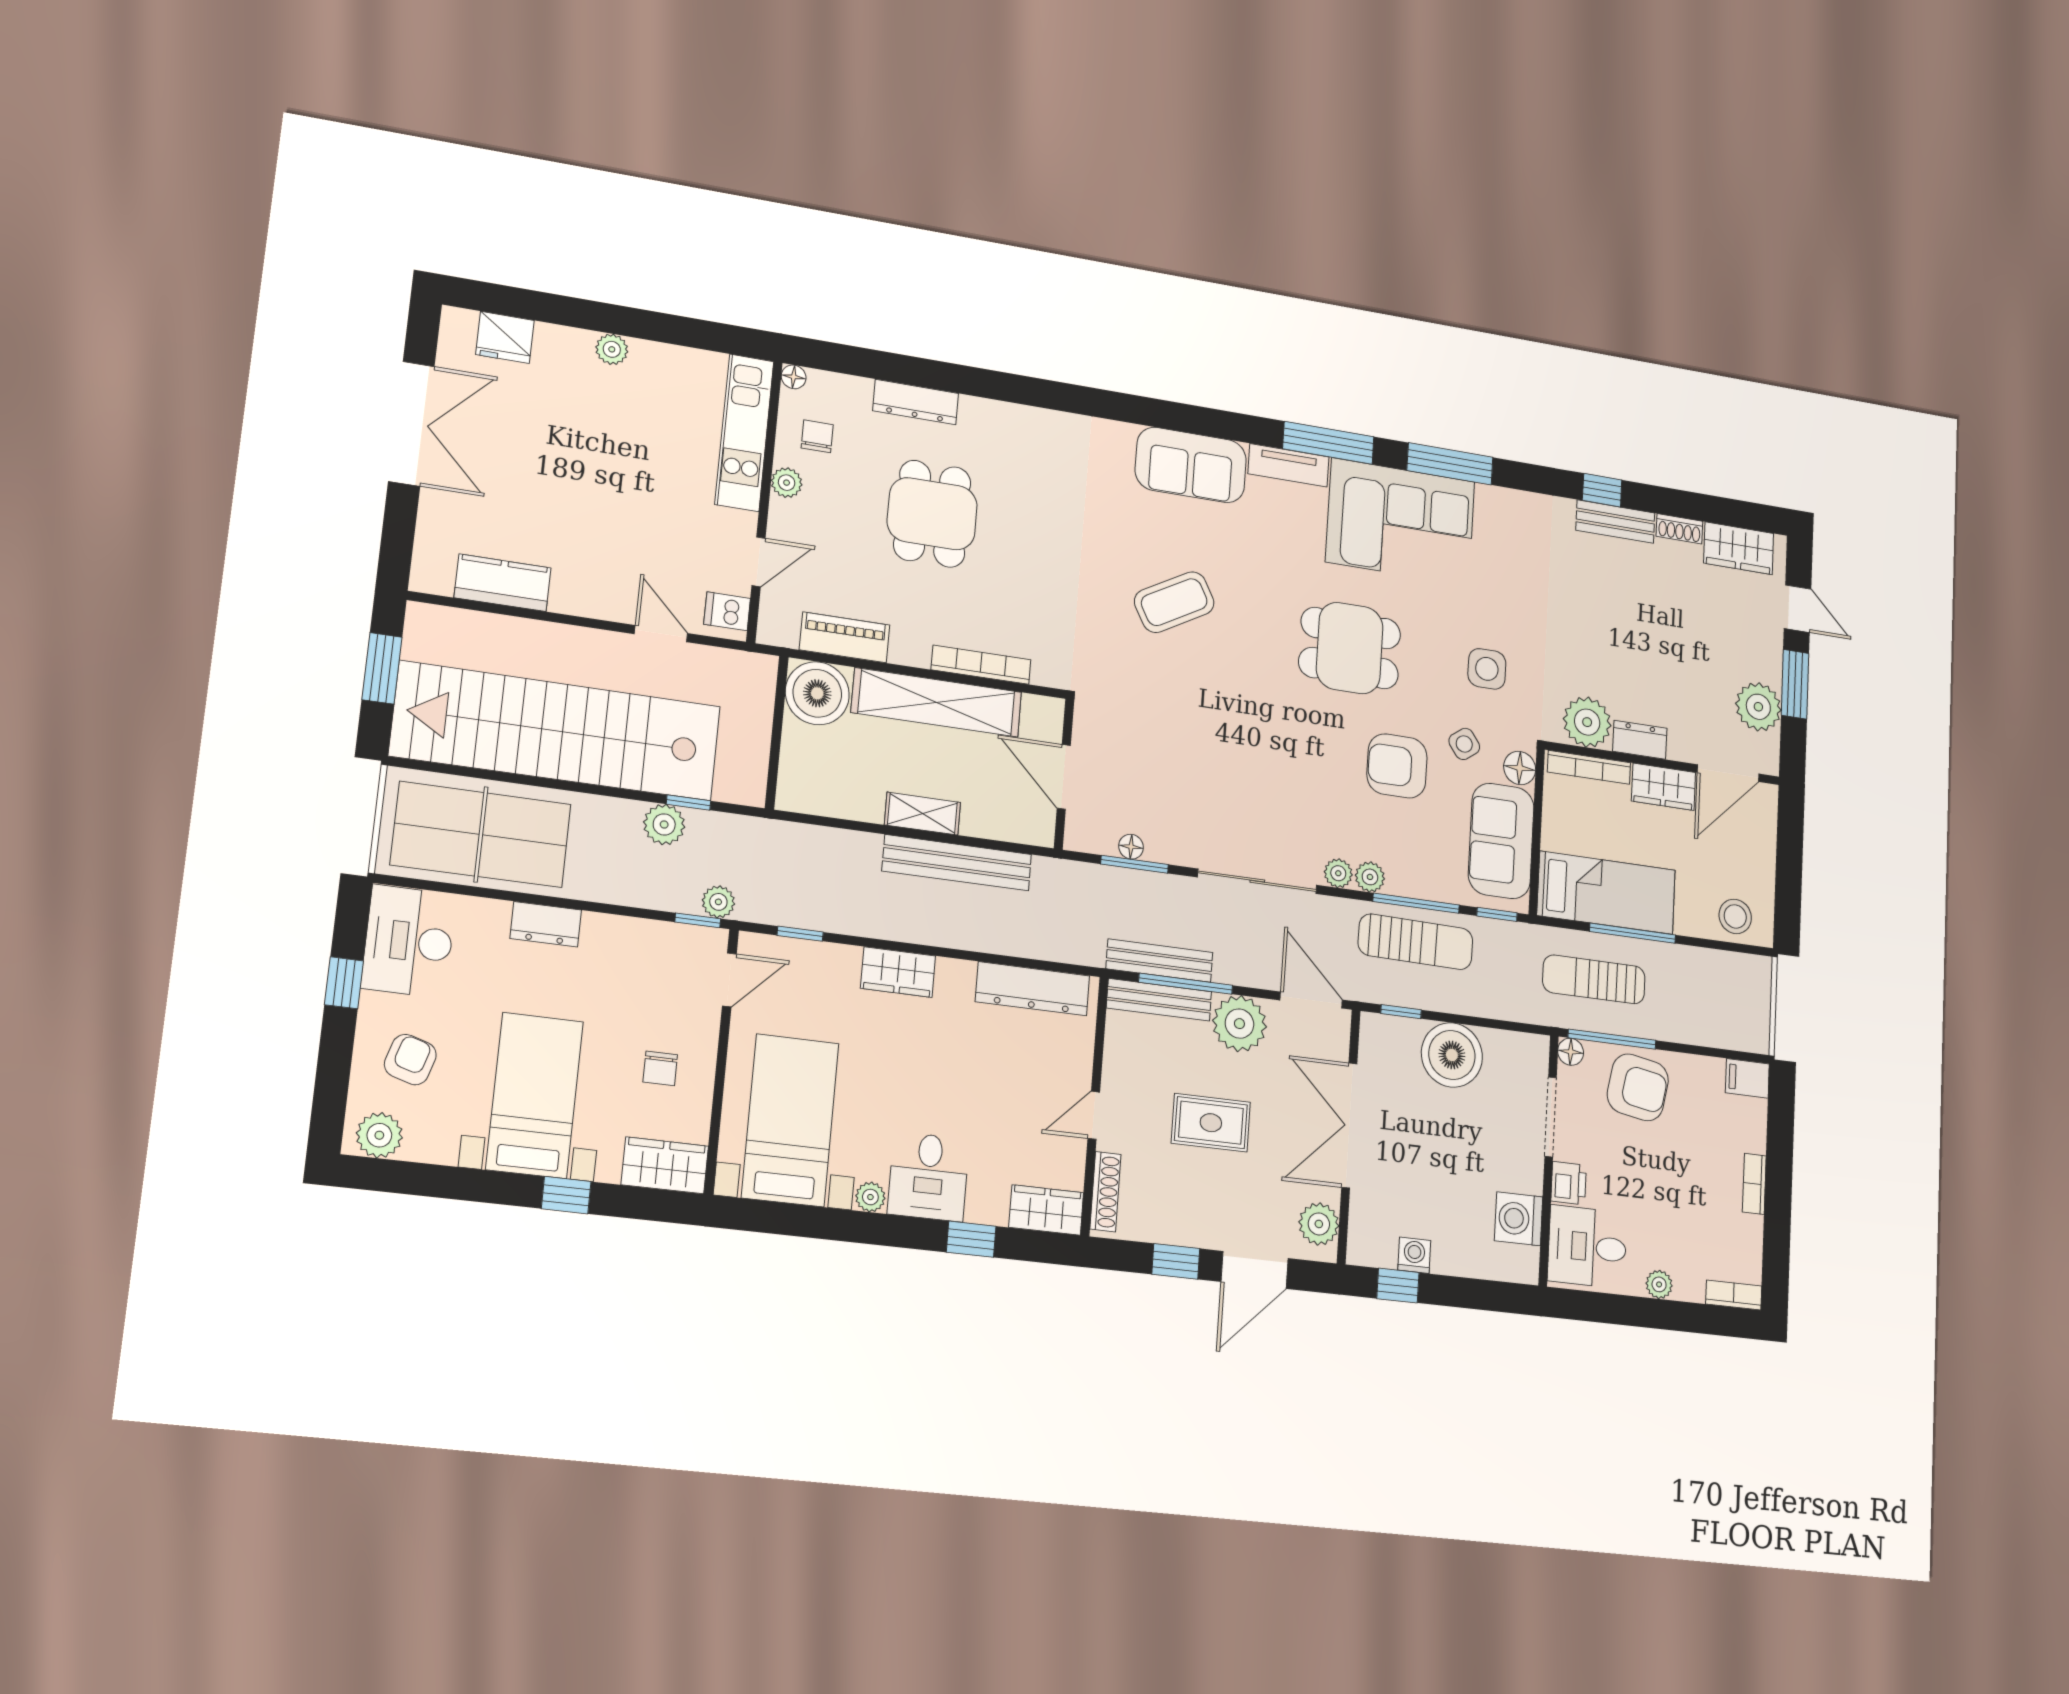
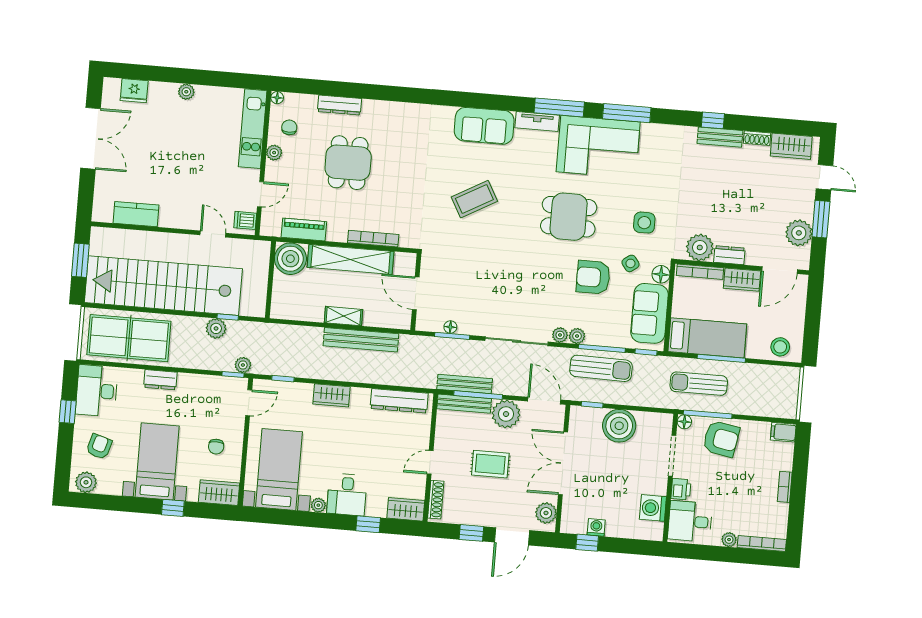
bookcase: (1734, 1295) -> (762, 544), width x1.56

